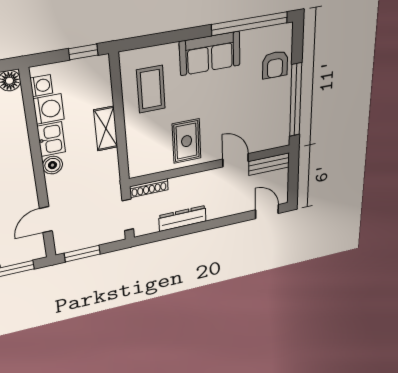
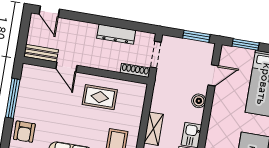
armchair: (275, 65) -> (24, 132), turned 180
window: (296, 100) -> (13, 98), width x0.68
rug: (187, 141) -> (100, 97), turned 90
boiler: (52, 165) -> (199, 101), moved

